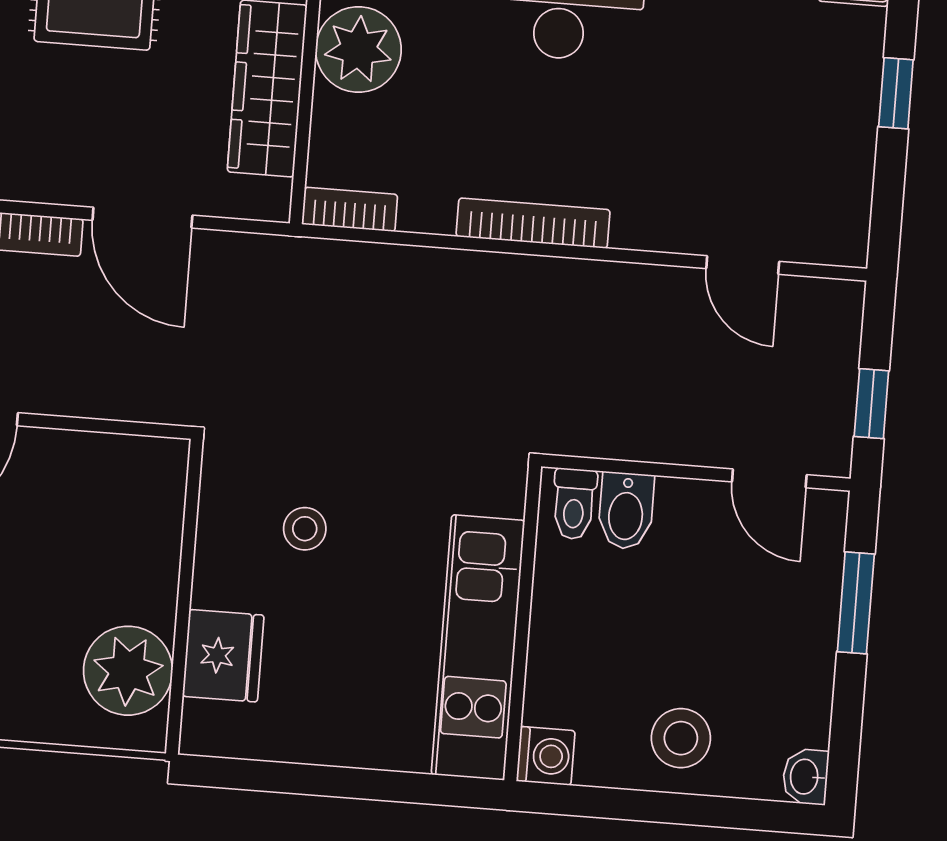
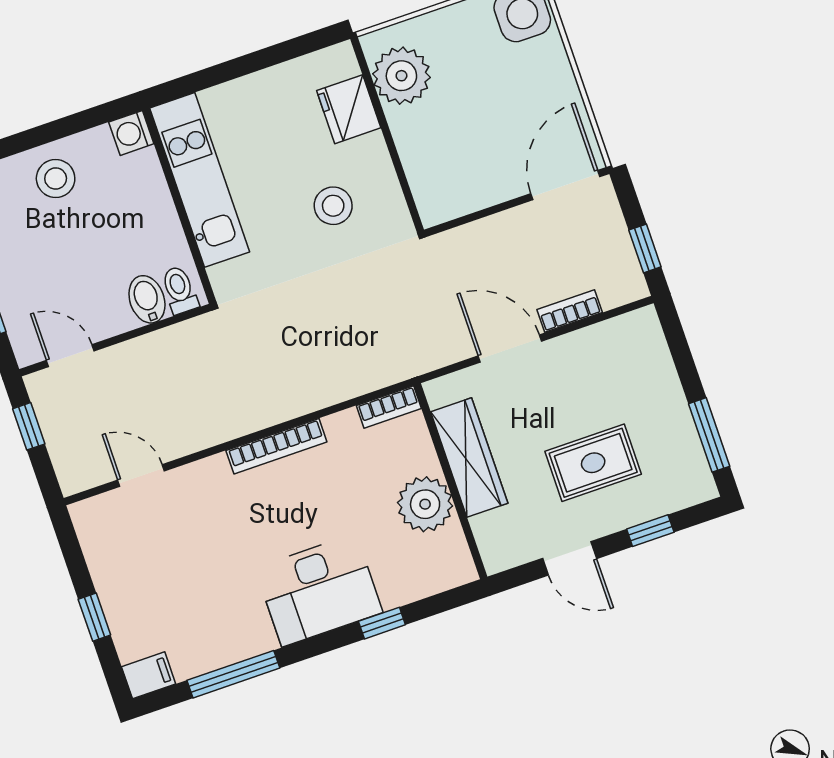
stool: (305, 529) -> (333, 206), width x1.37, depth x1.37

